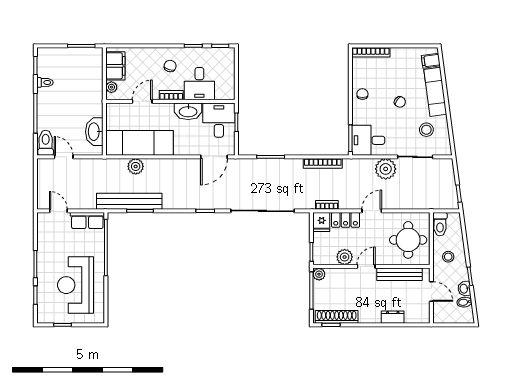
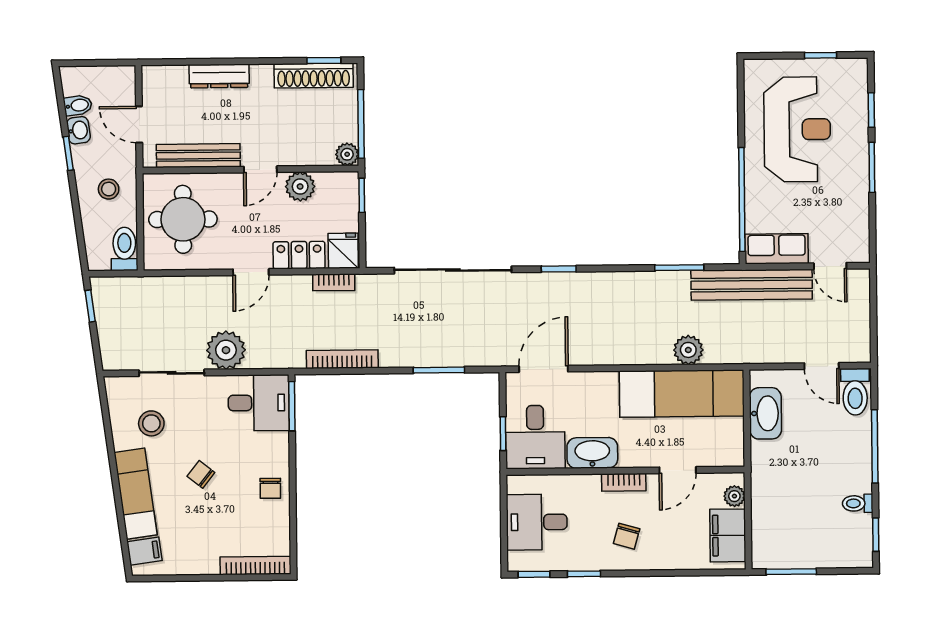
desk: (199, 84) -> (537, 522), moved, turned -90
bench: (129, 201) -> (752, 285), moved
dresser: (393, 317) -> (219, 76), width x1.44

